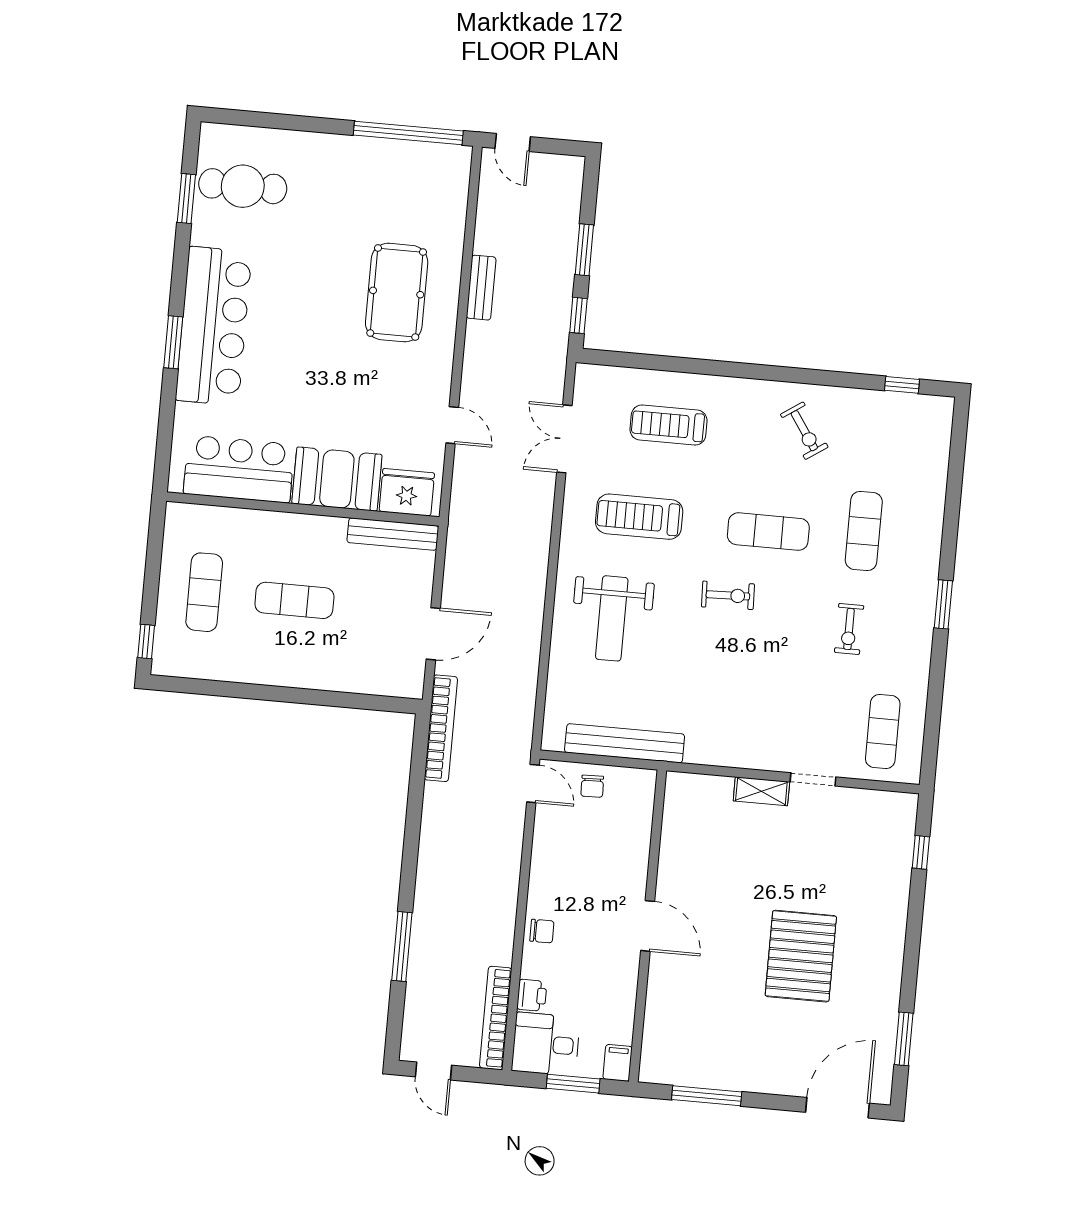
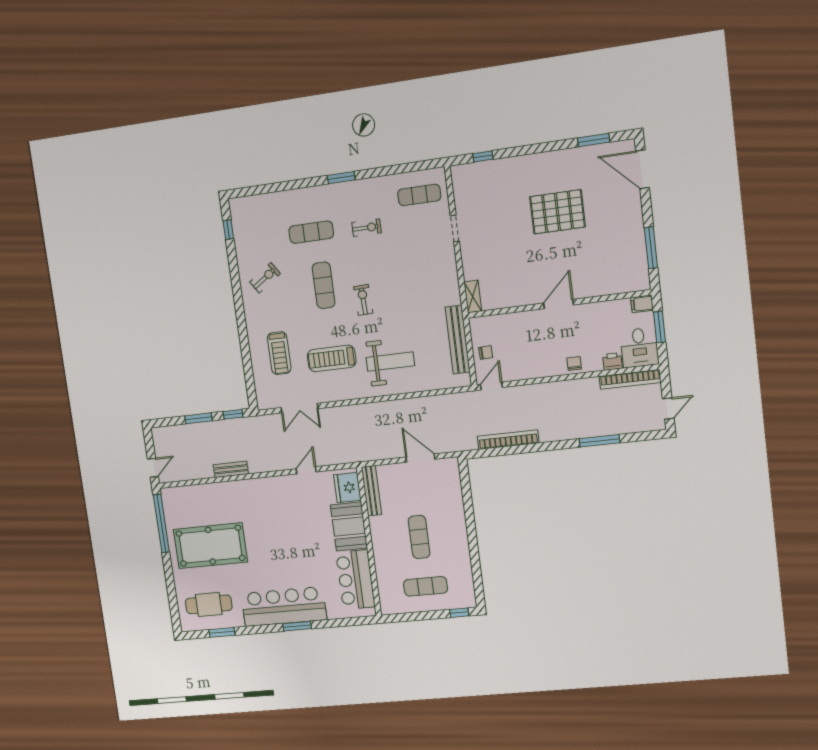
cafe table: (243, 186) -> (209, 604), turned 90
pool table: (397, 293) -> (210, 546), moved, width x1.36, depth x1.32
treadmill: (639, 517) -> (332, 358), turned 90
bookcase: (441, 728) -> (508, 440), moved
shelving: (761, 791) -> (473, 296), moved

